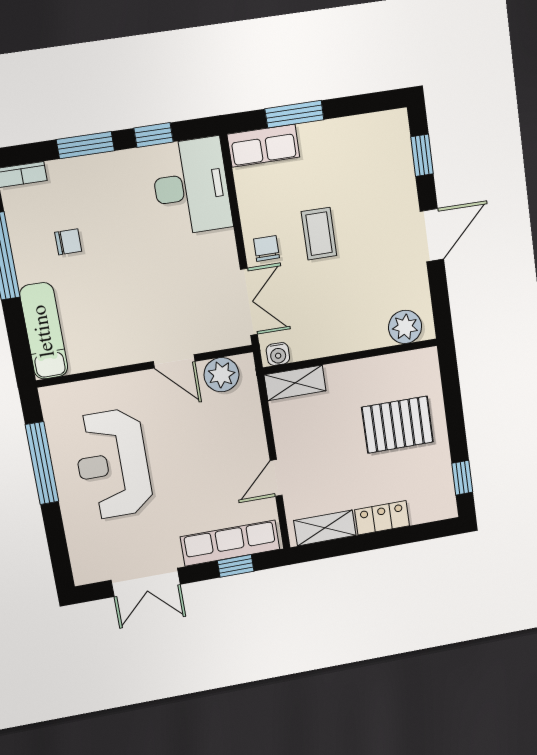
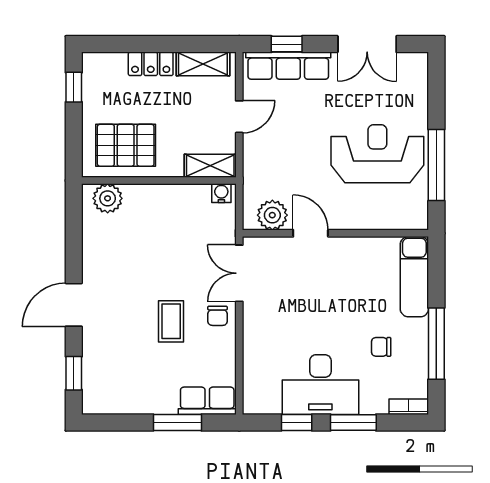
desk: (191, 187) -> (320, 385), moved, turned -90
plant: (405, 327) -> (108, 198), moved
water cooler: (278, 354) -> (221, 193), moved
wall: (350, 357) -> (159, 181), moved
shelving: (295, 383) -> (210, 166), moved
reception desk: (113, 464) -> (377, 154), turned -90
double door: (146, 582) -> (367, 44), swing flipped

